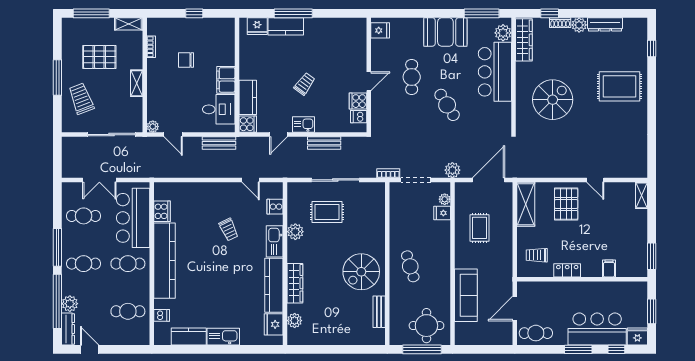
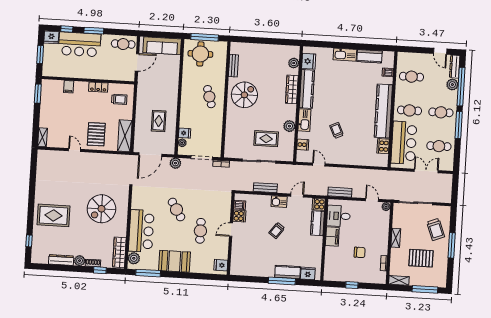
sofa: (466, 295) -> (162, 46), moved, turned -90

